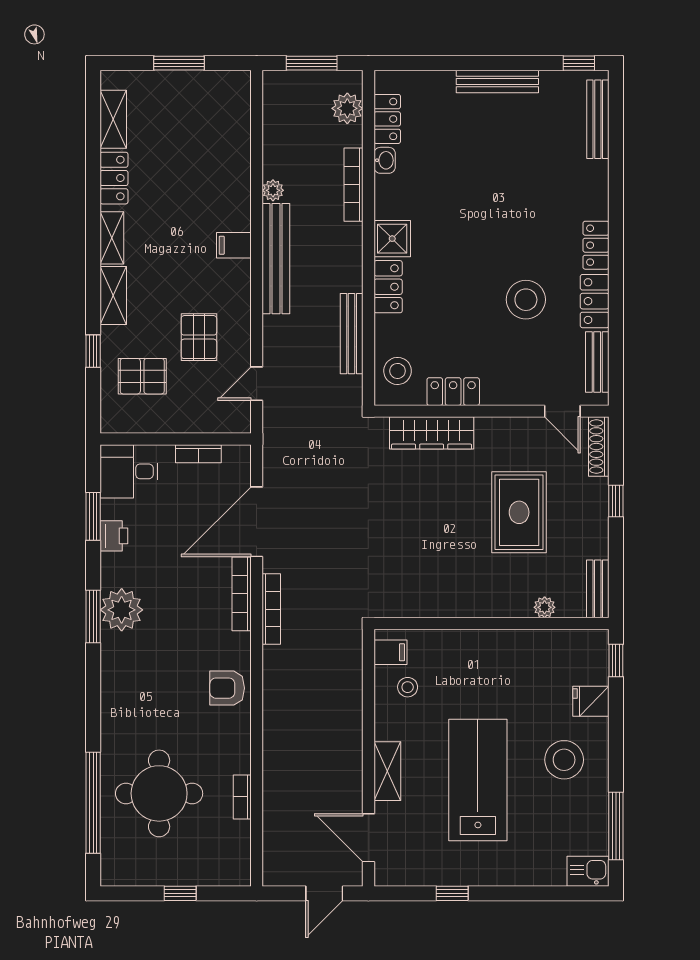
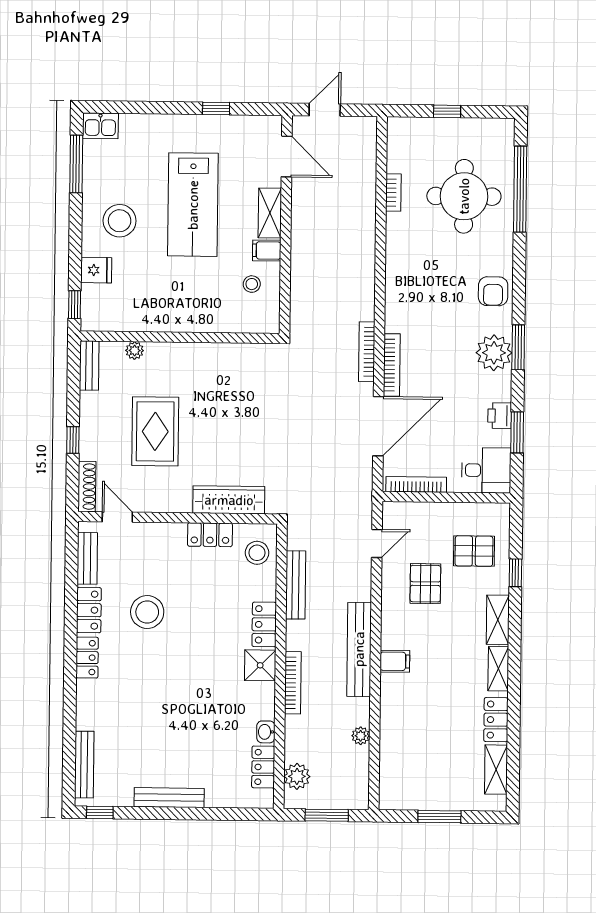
bookcase: (353, 185) -> (293, 683), moved
plant: (273, 190) -> (361, 736), moved
bookcase: (198, 454) -> (416, 484), width x1.56
filing cabinet: (390, 652) -> (267, 250), moved
armchair: (227, 688) -> (493, 291), moved, turned 90

